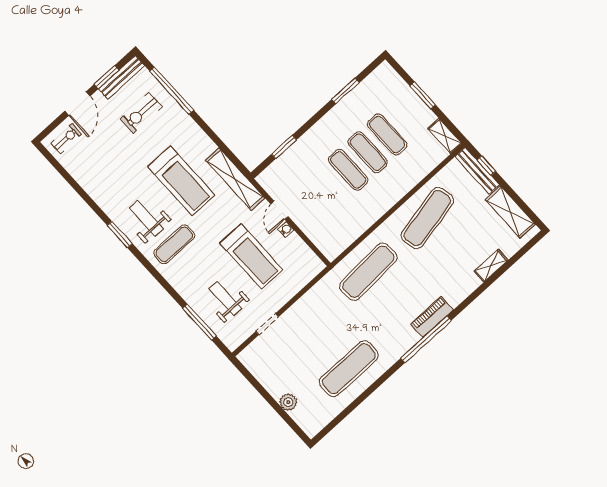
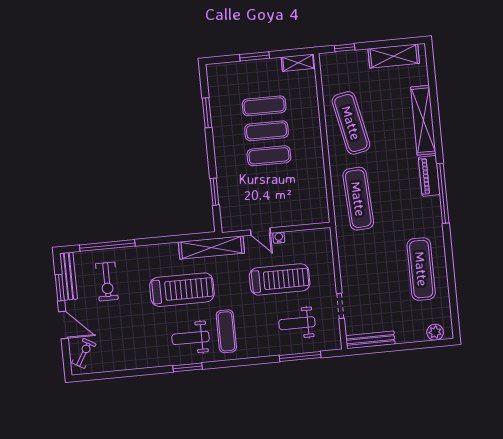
exercise bike: (66, 139) -> (84, 353), turned 31
bench: (477, 171) -> (370, 340), moved
shelving: (491, 266) -> (423, 120), width x2.20, depth x1.33
plant: (288, 402) -> (435, 332), moved

